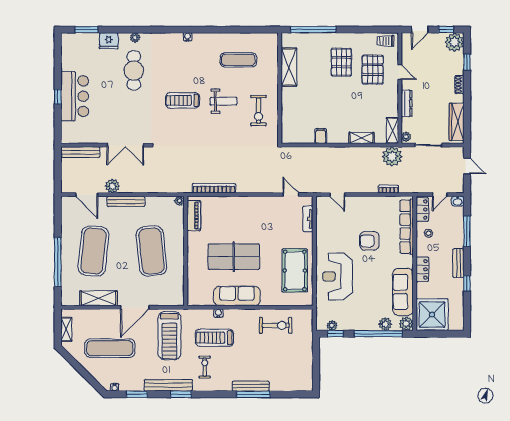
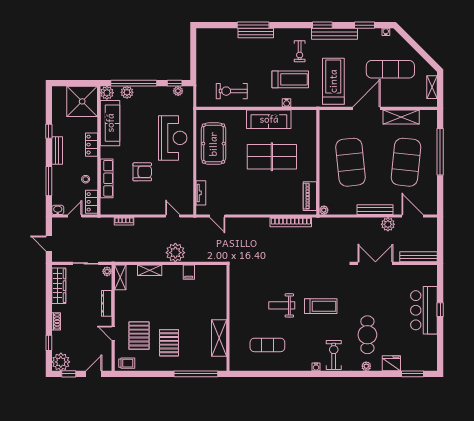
exercise bike: (258, 111) -> (334, 355), moved
plant: (392, 156) -> (175, 253), moved
row of seats: (407, 227) -> (107, 178), width x0.73

